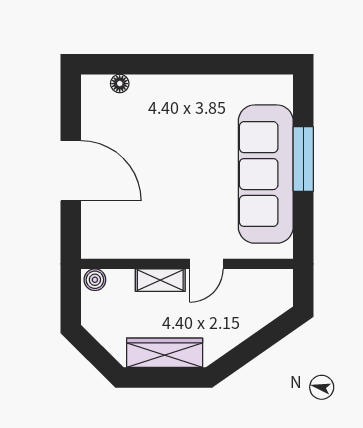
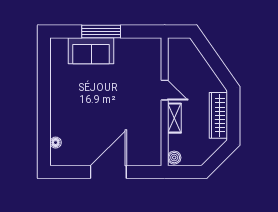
sofa: (266, 174) -> (91, 51), width x0.54, depth x0.79

